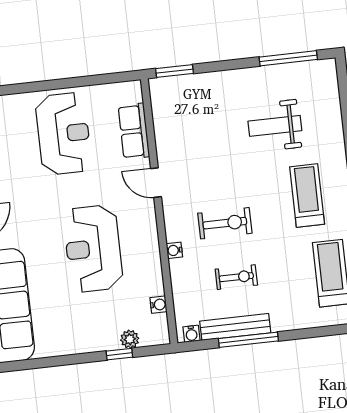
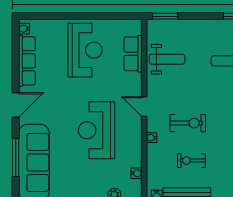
weight bench: (184, 134) -> (167, 59), added
door: (156, 183) -> (144, 107), moved
exercise bike: (236, 277) -> (191, 161), turned 180

